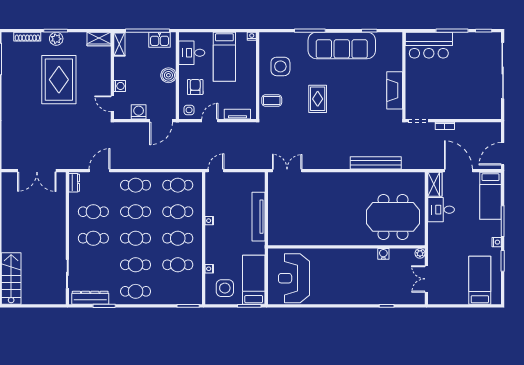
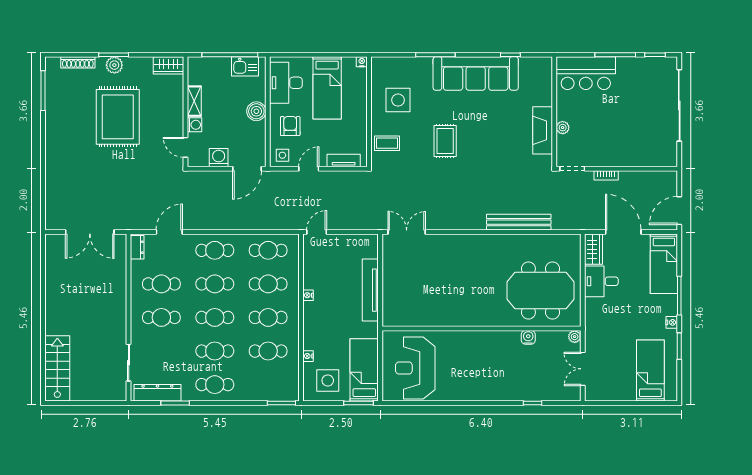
shelving: (119, 44) -> (194, 101), moved
desk: (192, 53) -> (286, 83), width x1.37
plant: (410, 88) -> (563, 128), added

